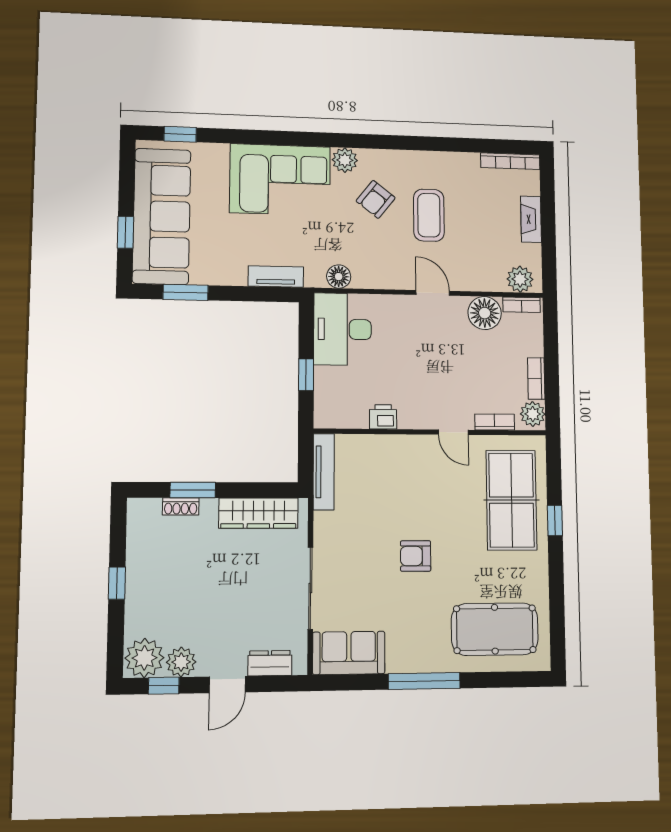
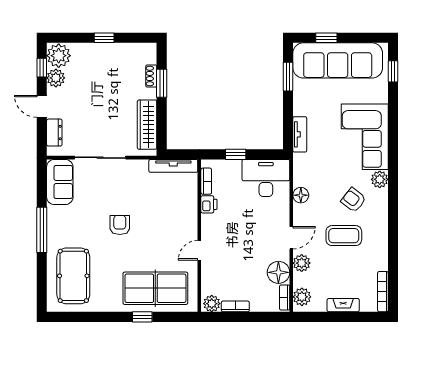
floor lamp: (339, 277) -> (301, 195), moved
plant: (470, 278) -> (302, 263), added
bookcase: (495, 422) -> (206, 181), moved

